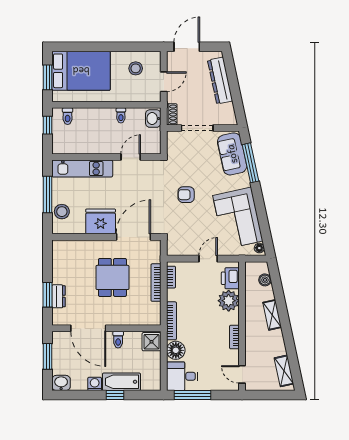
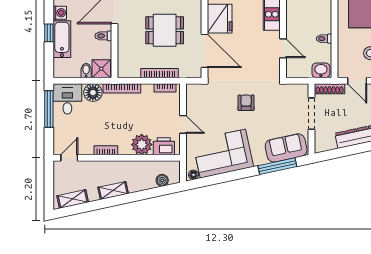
shoe rack: (172, 114) -> (329, 89), width x1.43
shelving: (272, 315) -> (113, 190), moved
bidet: (153, 357) -> (86, 71), added

